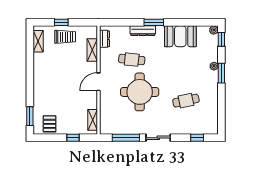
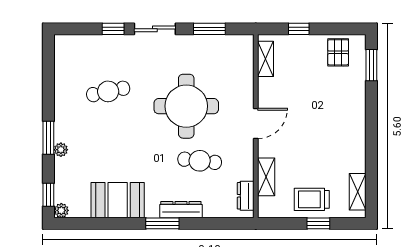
window: (126, 138) -> (209, 29), width x0.69
window: (197, 138) -> (113, 29), moved

